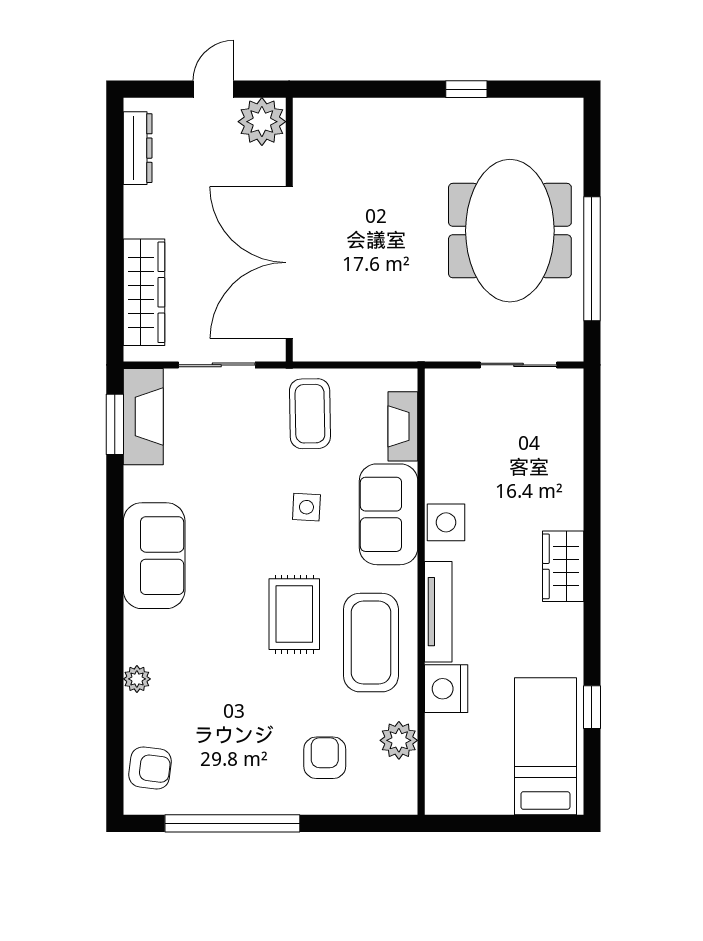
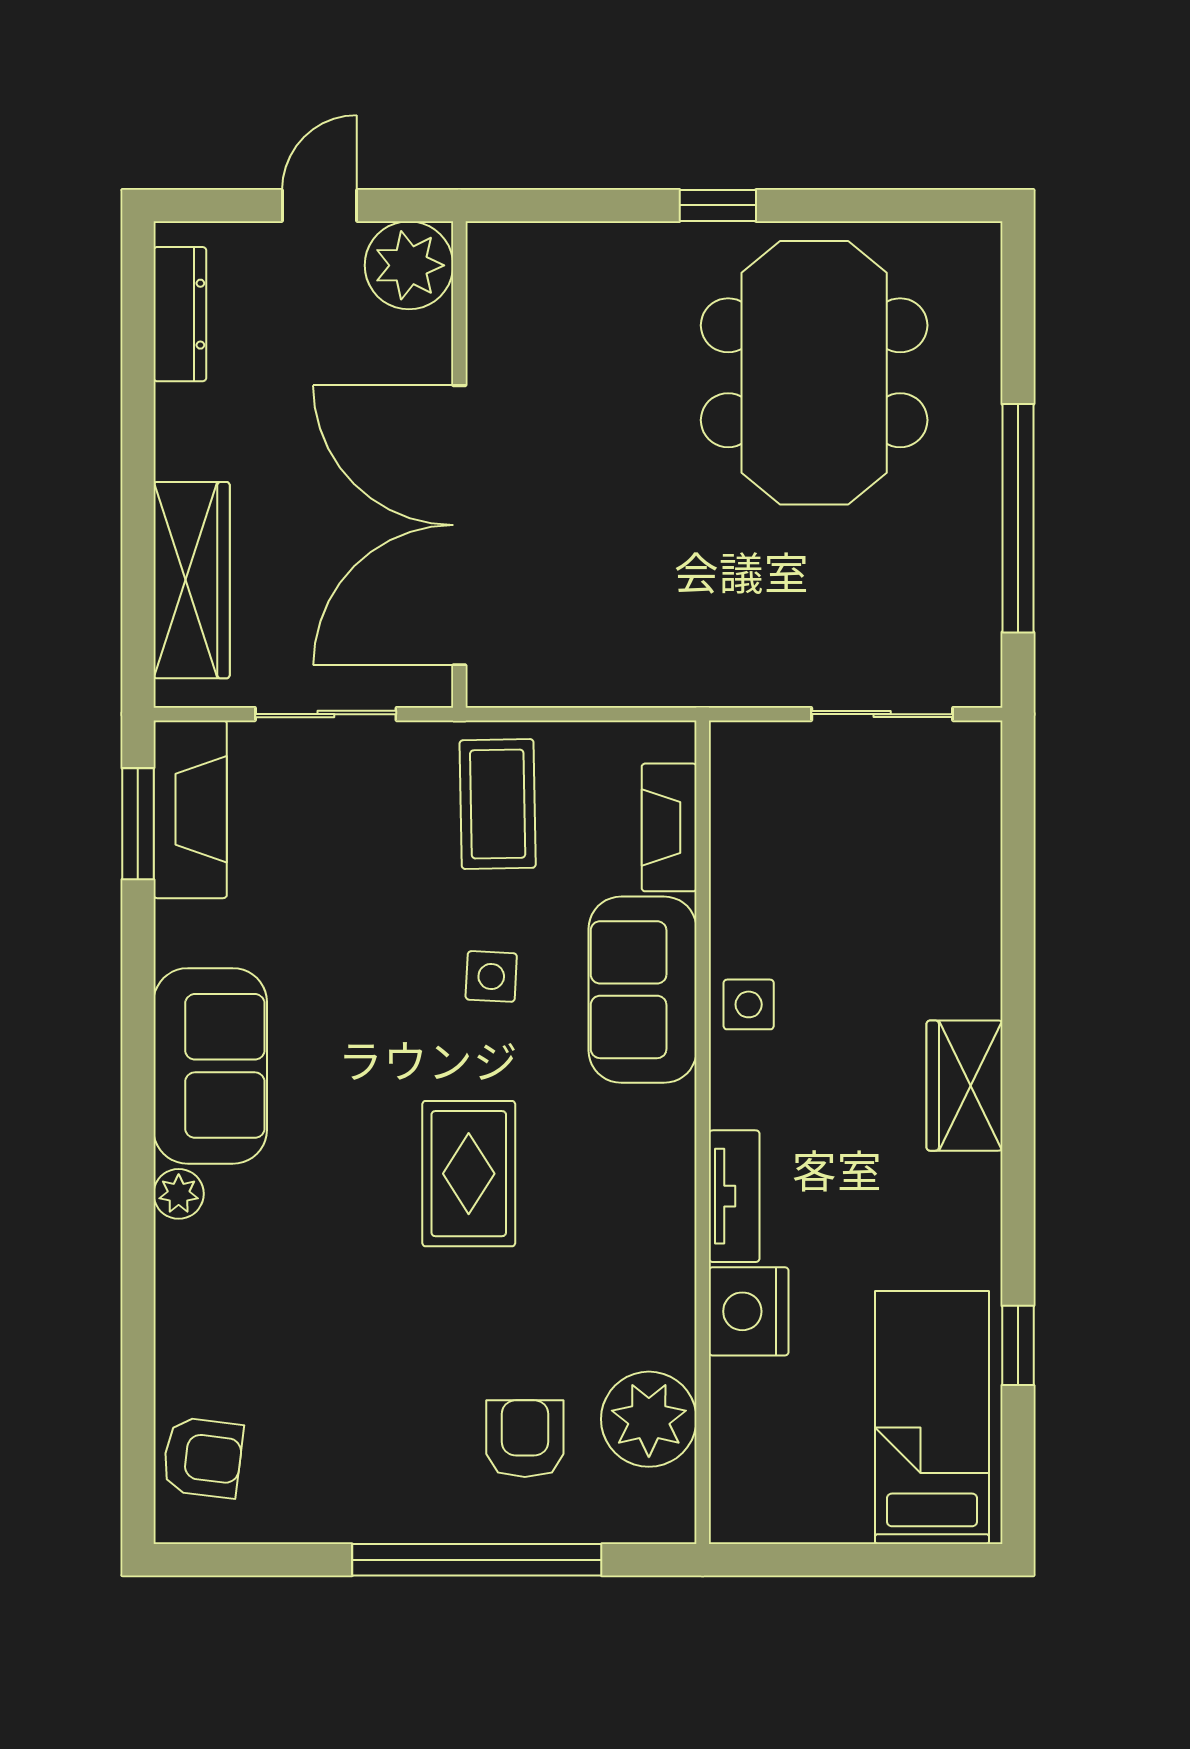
window: (466, 89) -> (718, 205), moved
meeting table: (510, 231) -> (814, 373), moved
side table: (446, 522) -> (749, 1004), width x0.73, depth x0.73
tv unit: (438, 612) -> (734, 1196), width x0.71
coffee table: (371, 643) -> (610, 1226), removed
plant: (137, 679) -> (179, 1194), moved
plant: (399, 740) -> (649, 1419), width x1.36, depth x1.36
window: (232, 823) -> (477, 1560), moved

